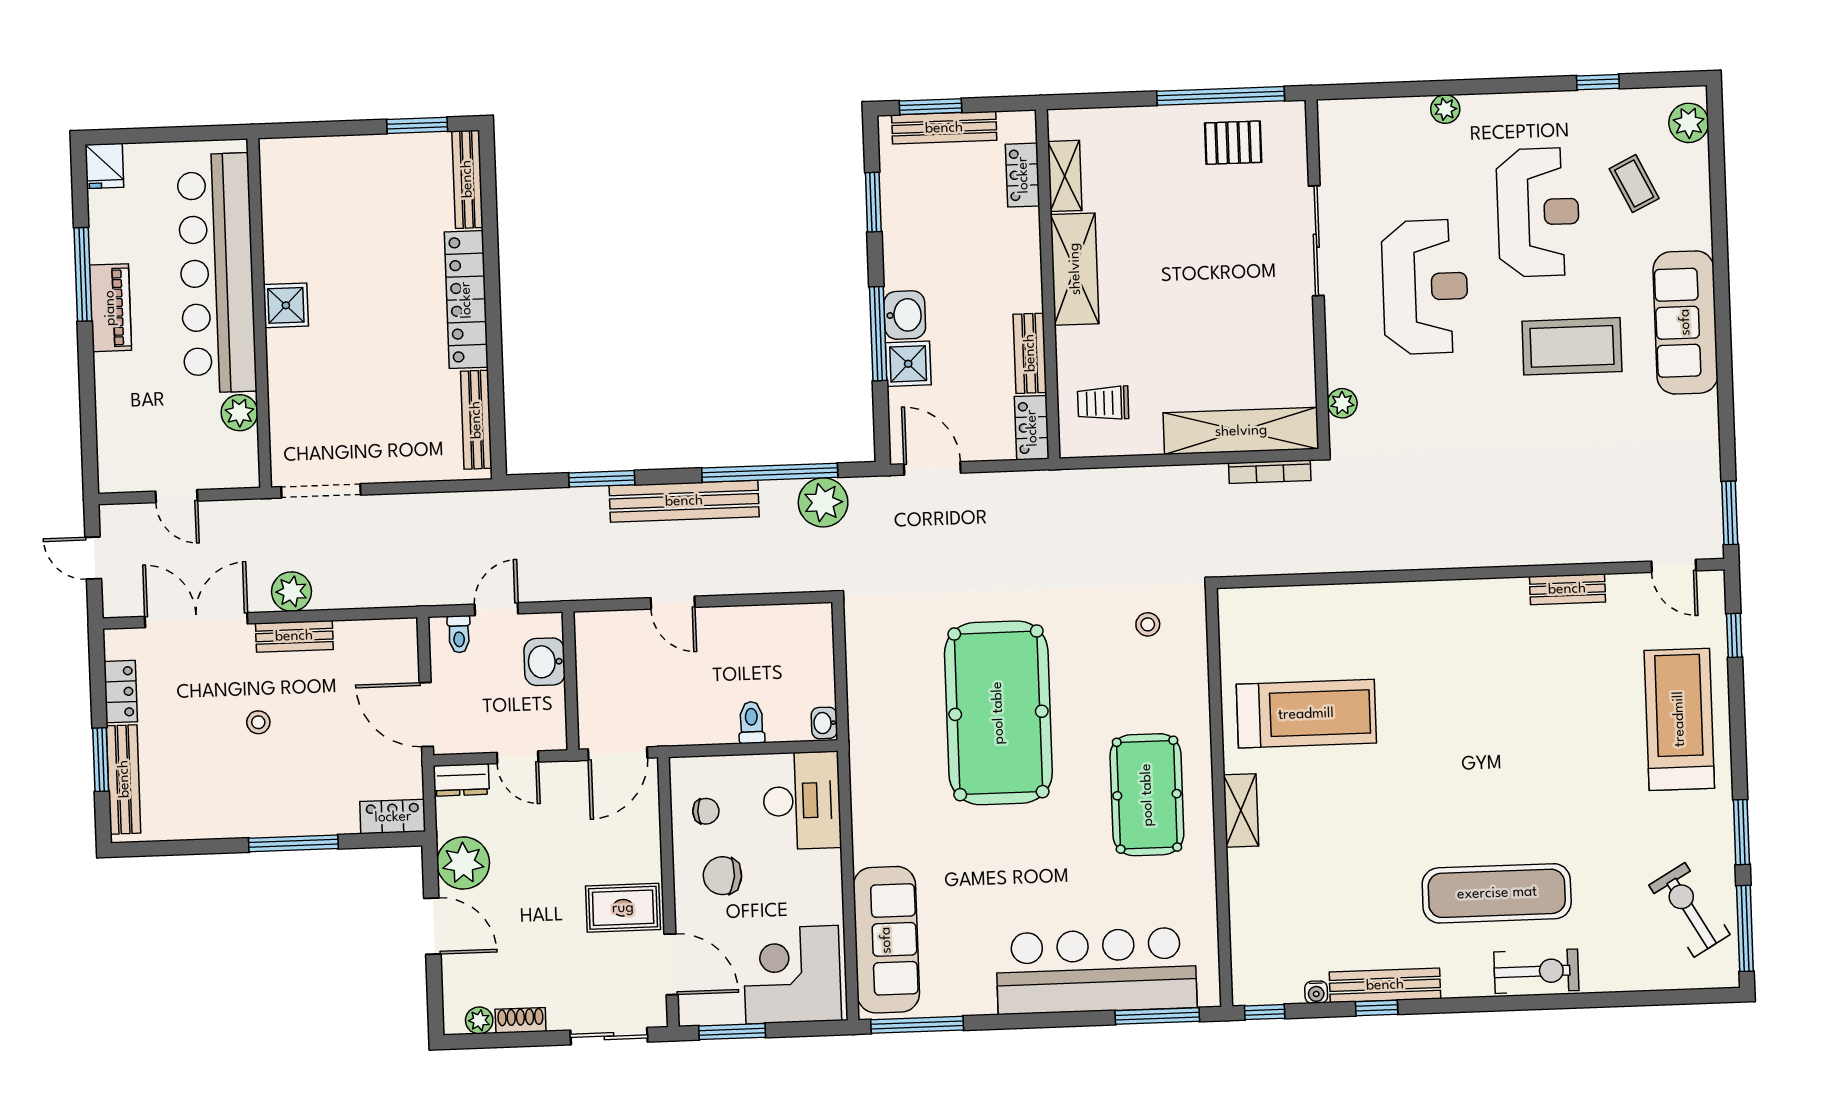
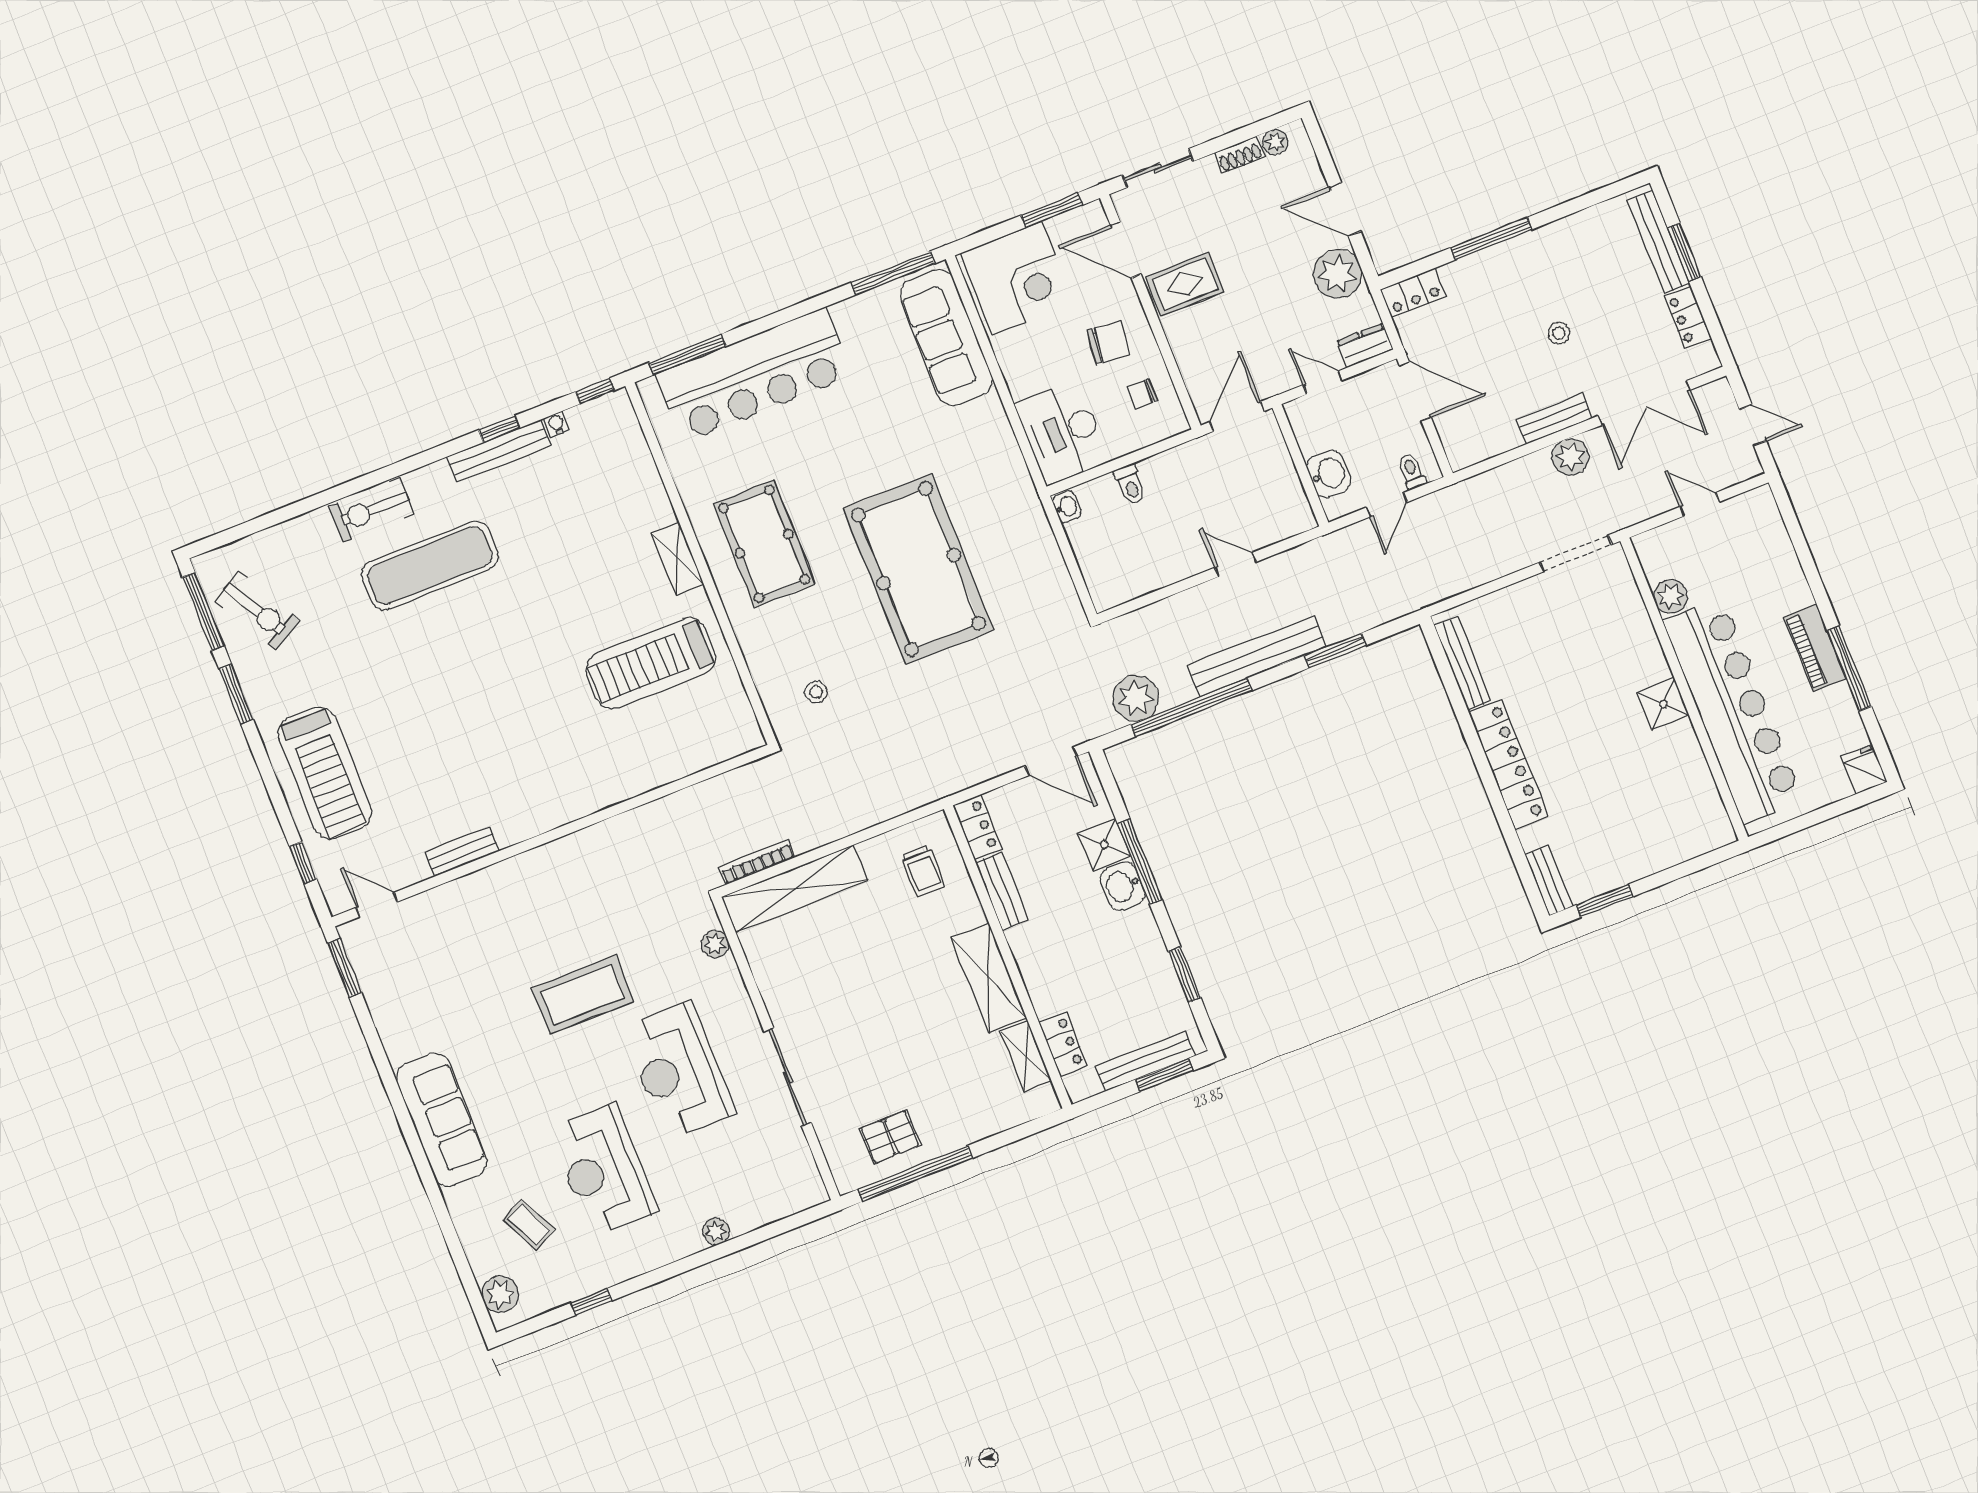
bench: (467, 179) -> (1549, 880), width x0.73
coffee table: (1572, 346) -> (583, 995), moved
trolley: (1103, 403) -> (923, 870), turned 90

